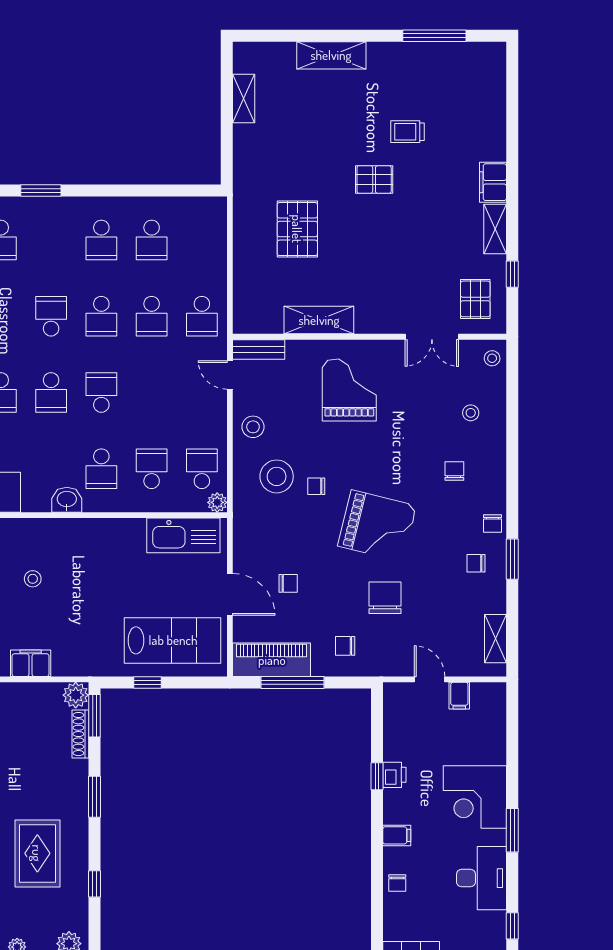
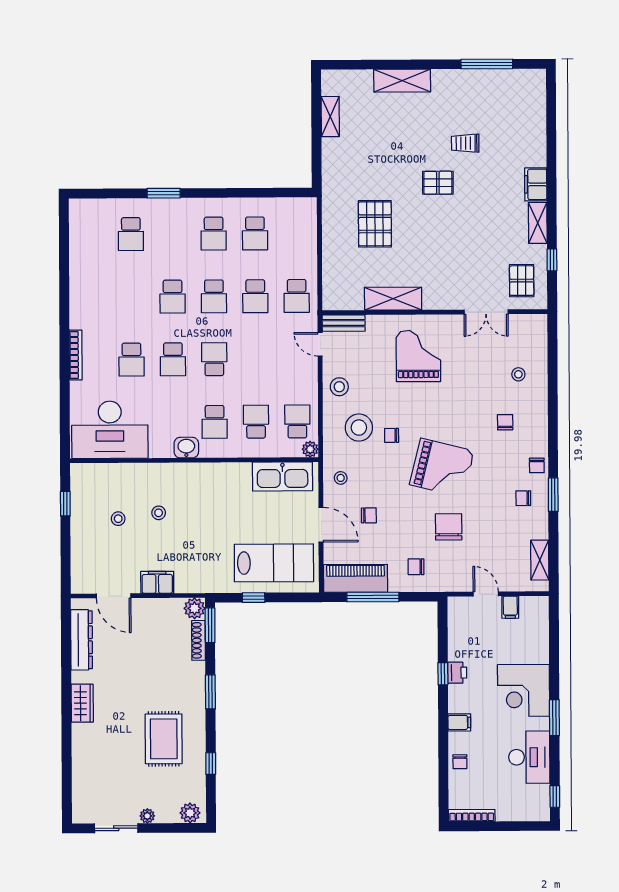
school desk: (51, 316) -> (173, 297), turned 180
stool: (492, 358) -> (341, 478), moved

